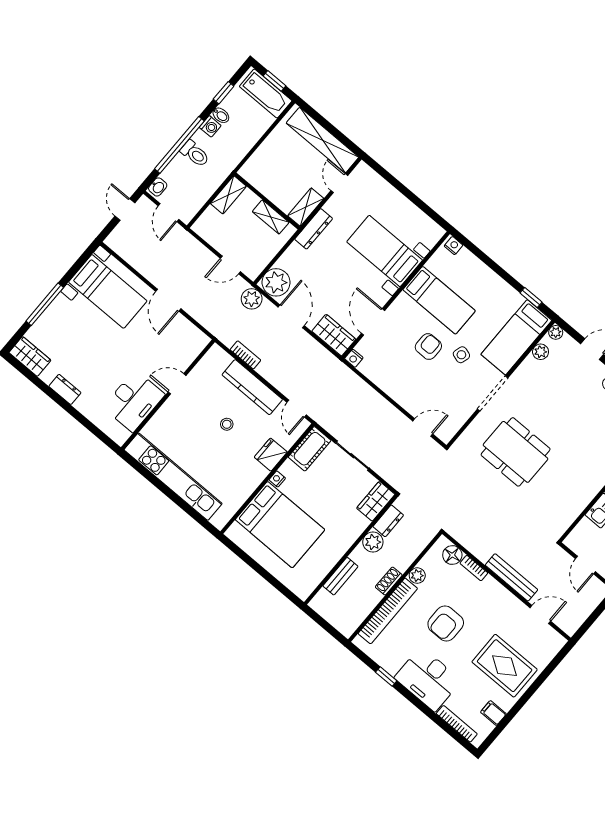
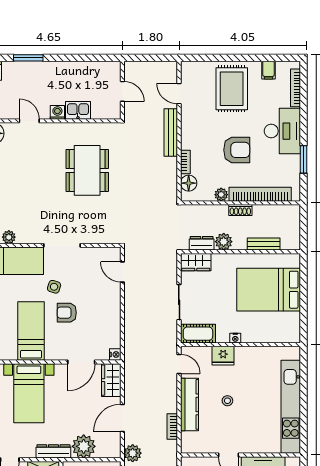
plant: (276, 282) -> (84, 446), moved
door: (297, 409) -> (179, 364), hinge flipped
dining table: (516, 452) -> (87, 170), moved
bed: (280, 525) -> (269, 290), moved, turned -90
door: (585, 565) -> (122, 91), hinge flipped
window: (386, 676) -> (304, 159), width x1.50

